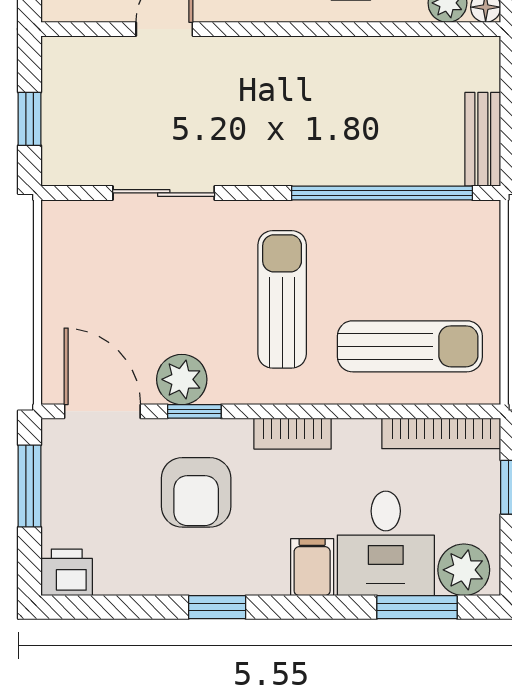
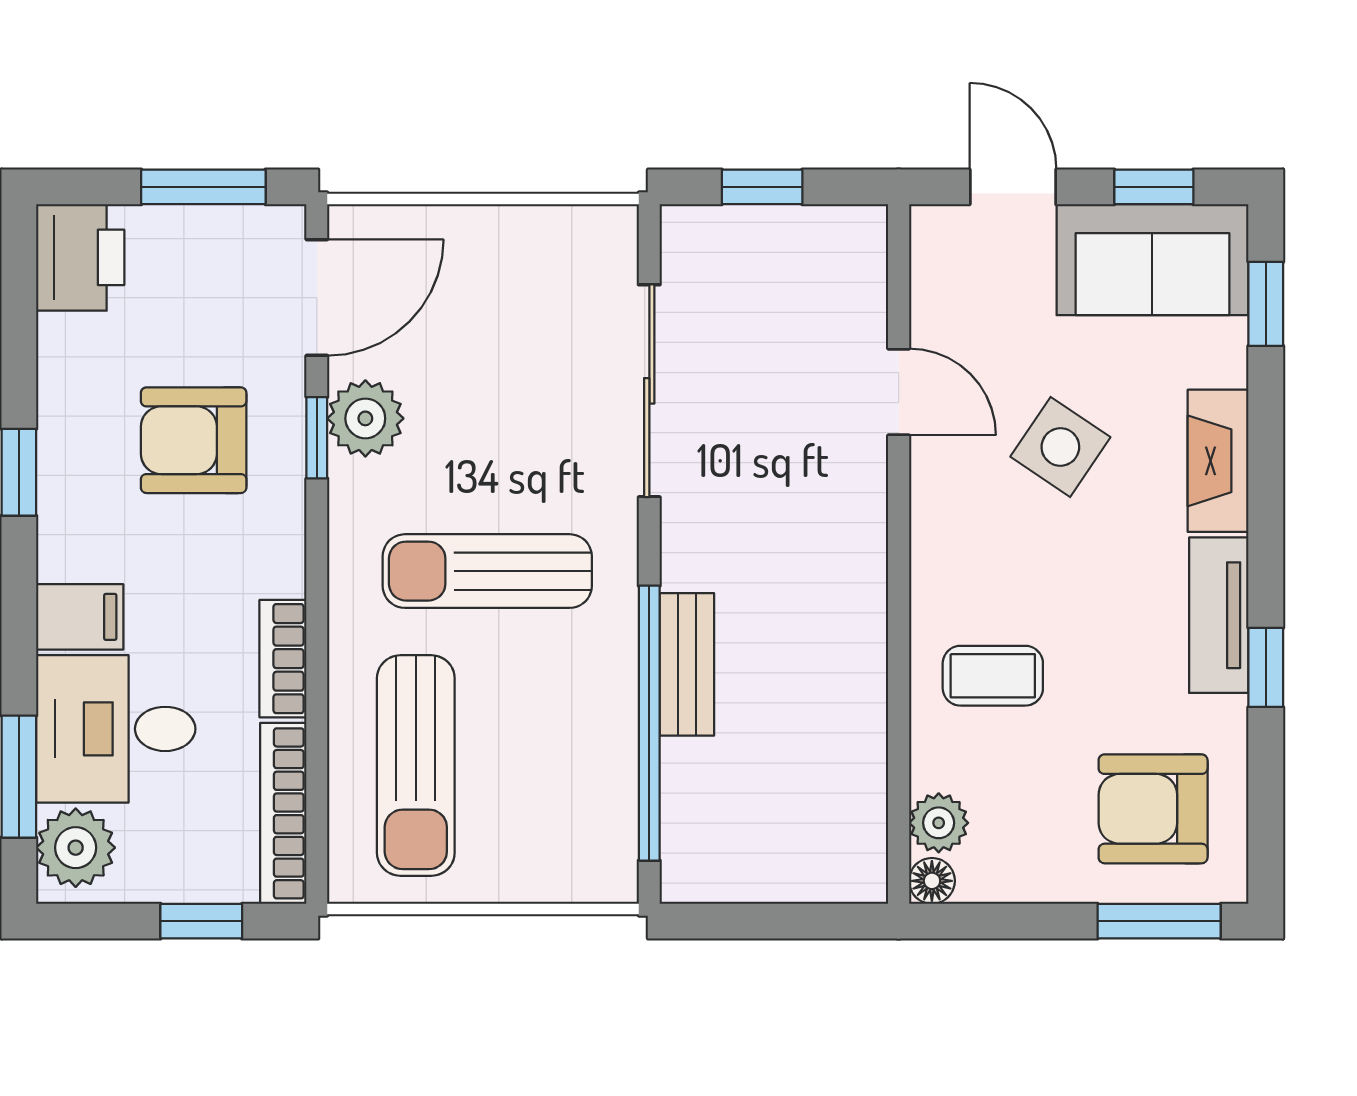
bench: (483, 139) -> (687, 664), moved, turned 90
sliding door: (164, 193) -> (649, 391), width x1.37
sun lounger: (282, 299) -> (487, 571), turned 180
bookcase: (293, 434) -> (283, 659), moved
printer: (67, 572) -> (80, 257), width x1.36, depth x1.24

